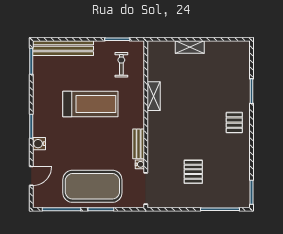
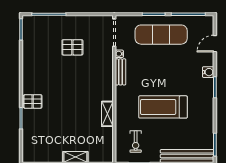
pallet: (234, 123) -> (33, 101), moved, turned 90
pallet: (193, 172) -> (72, 47), turned 90
exercise mat: (92, 186) -> (161, 35), width x0.68

